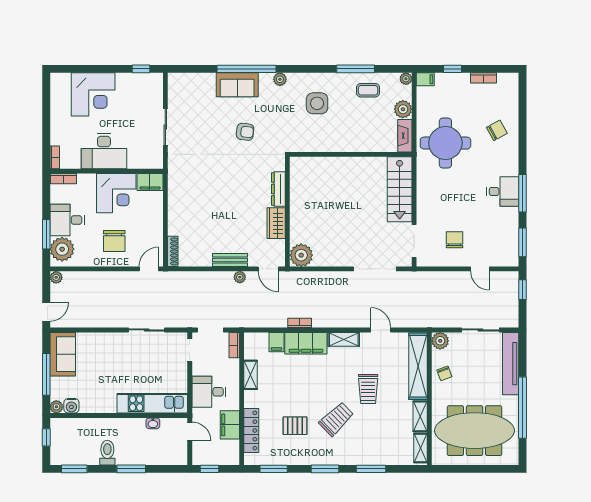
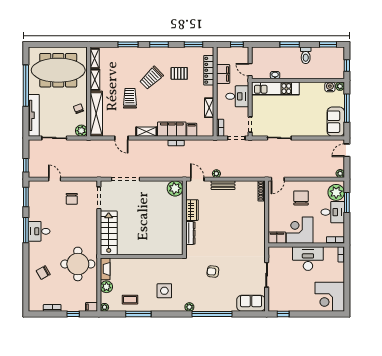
sofa: (237, 85) -> (251, 303), moved
corner desk: (93, 94) -> (330, 297), moved, turned -90

